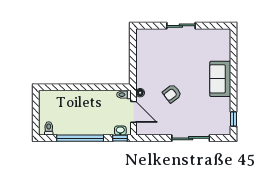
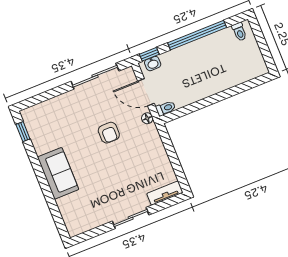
tv unit: (149, 34) -> (165, 193), added
armchair: (172, 94) -> (109, 133), turned 127
sliding door: (191, 138) -> (95, 76), moved

